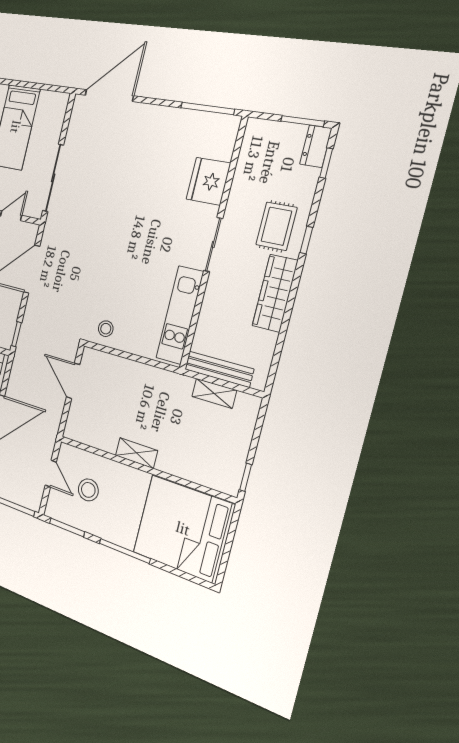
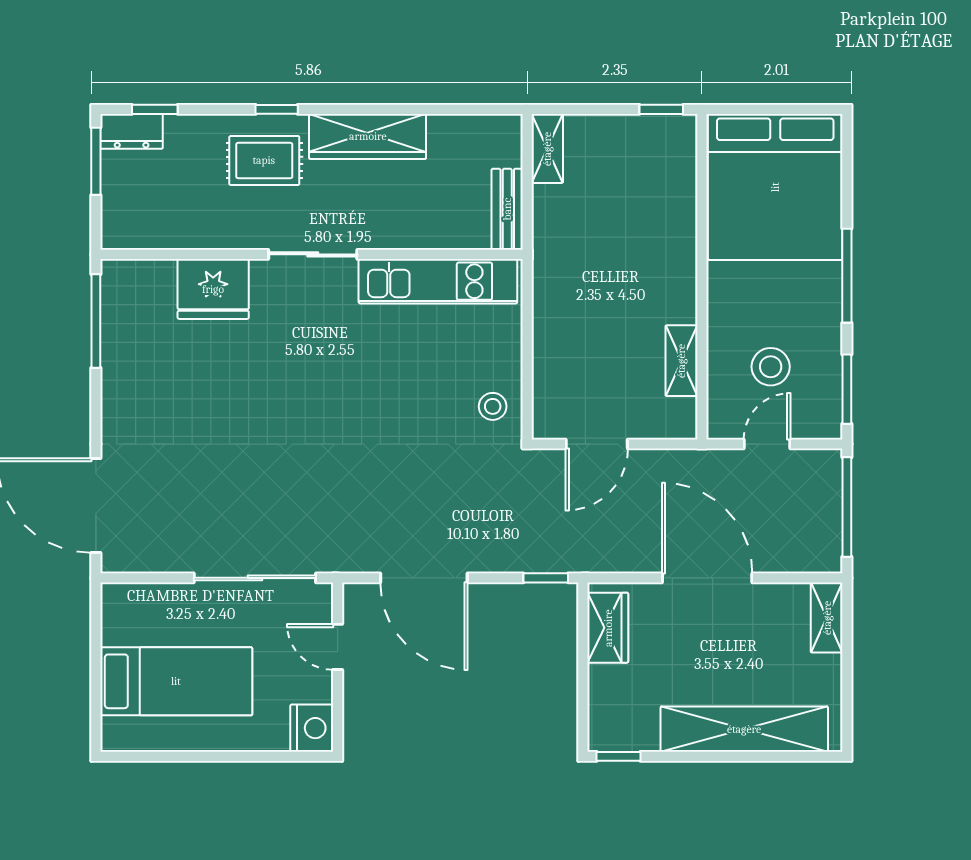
bench: (219, 369) -> (507, 209), width x0.73
shelving: (214, 393) -> (547, 149), moved
shelving: (136, 453) -> (681, 361), moved

